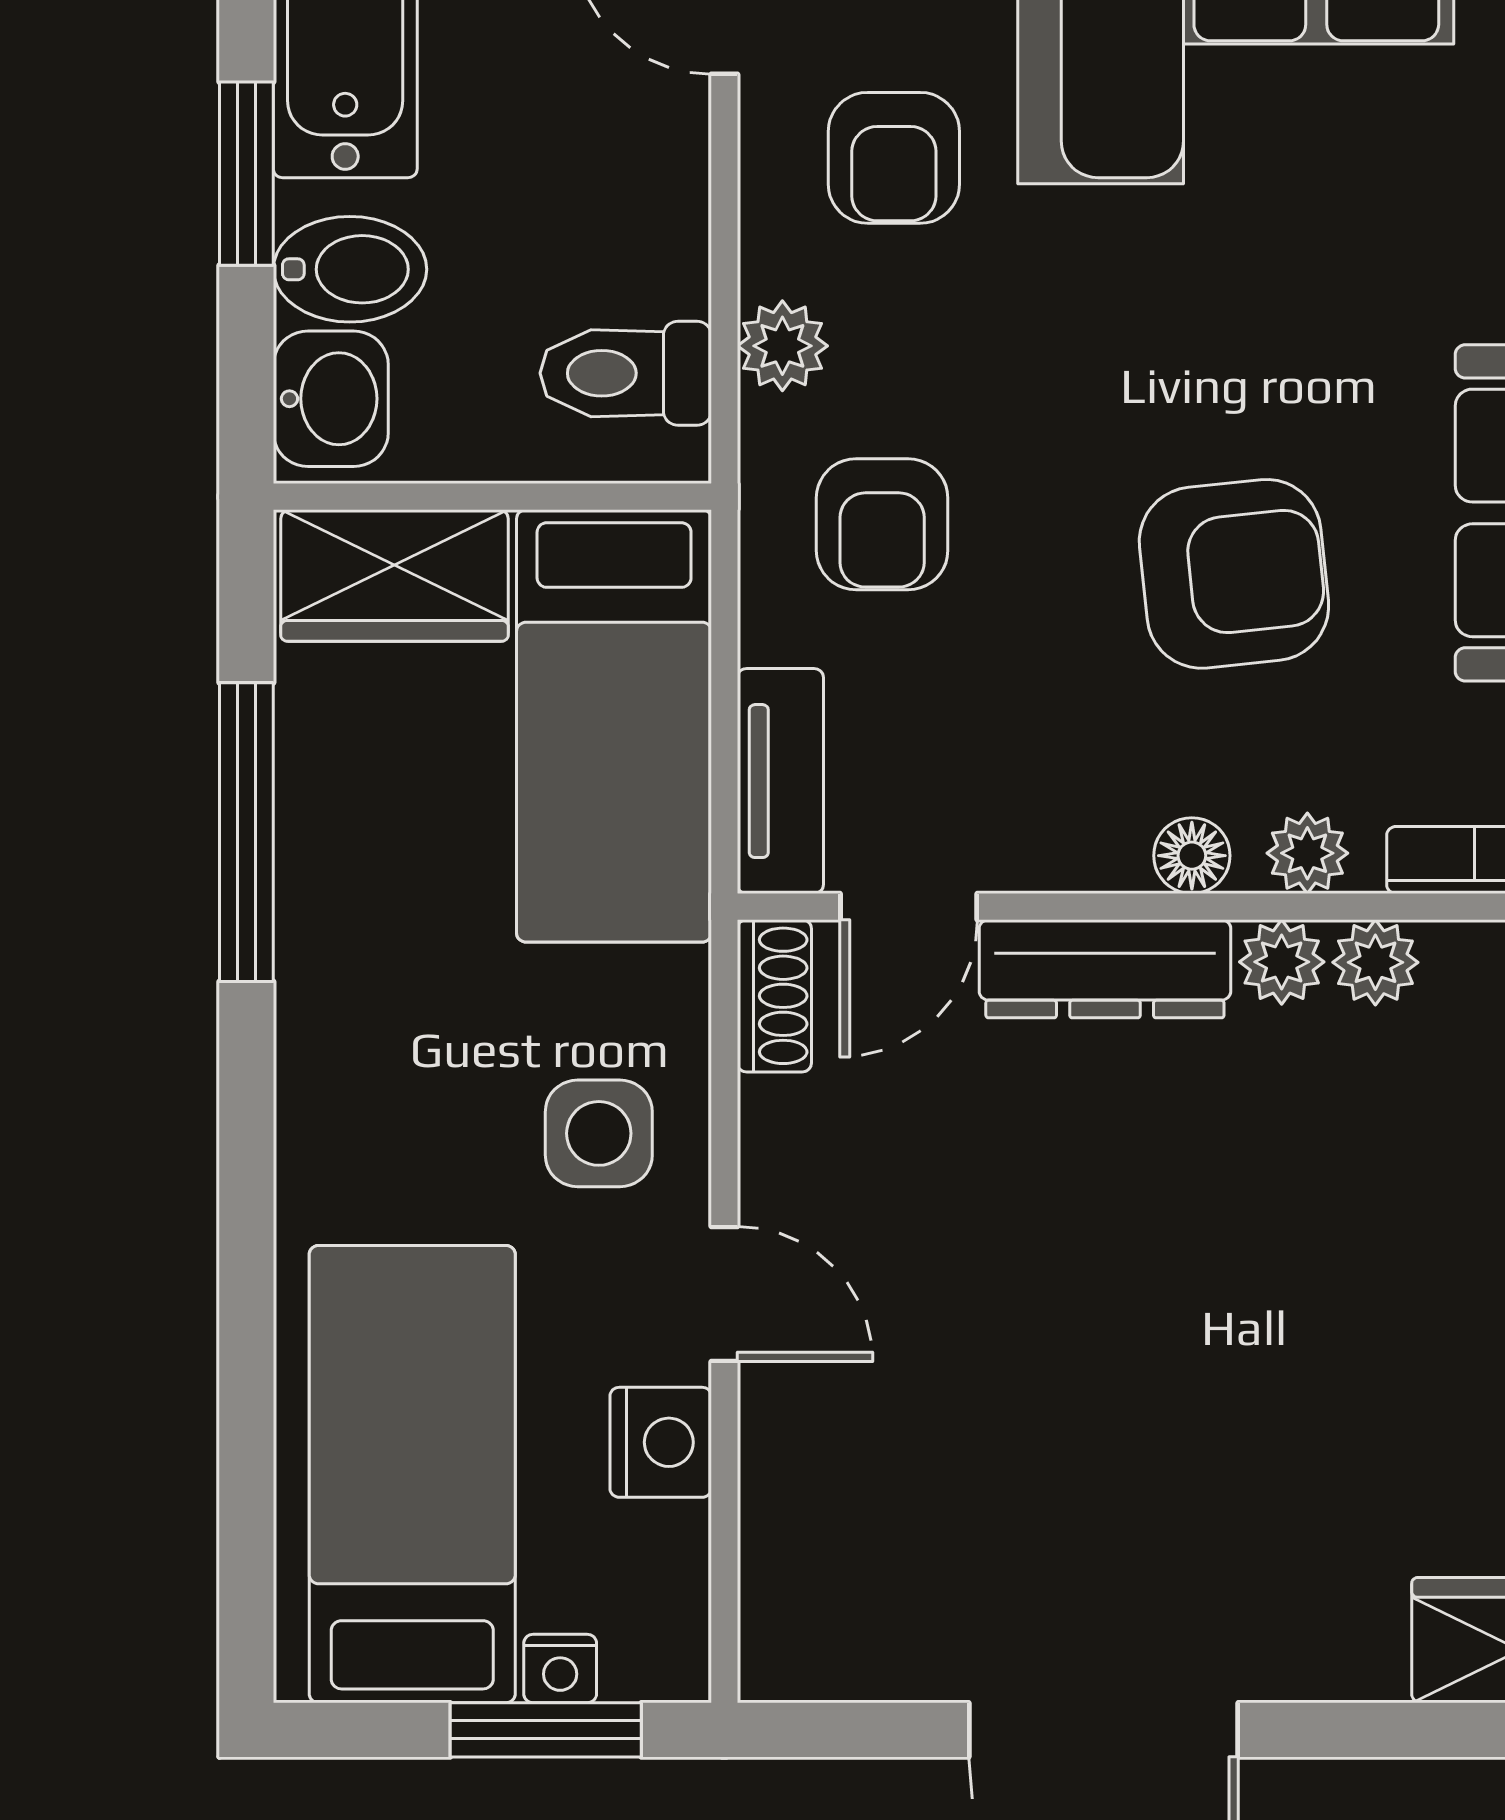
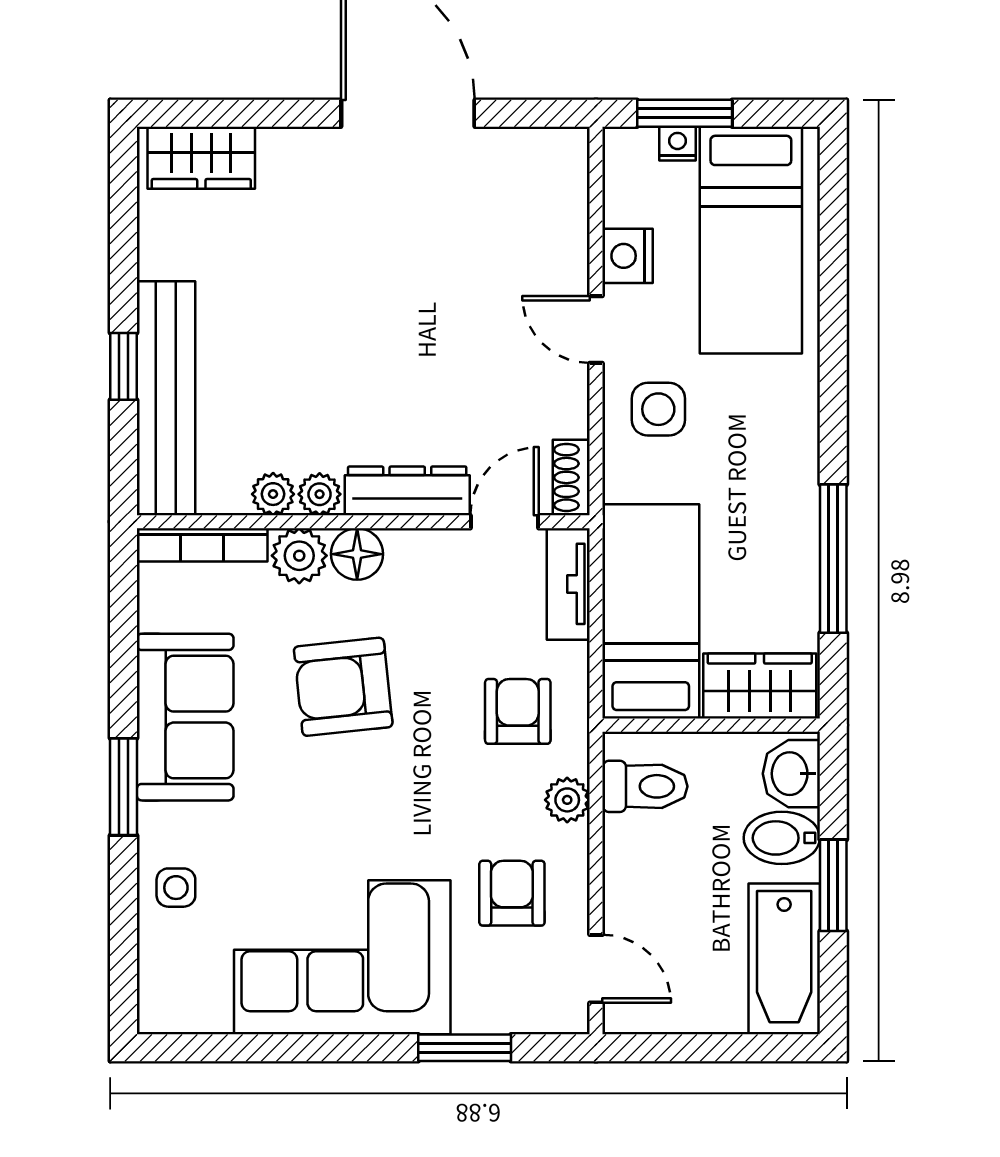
plant: (1307, 853) -> (299, 556), width x1.38, depth x1.38
floor lamp: (1192, 856) -> (357, 554), width x1.37, depth x1.37

